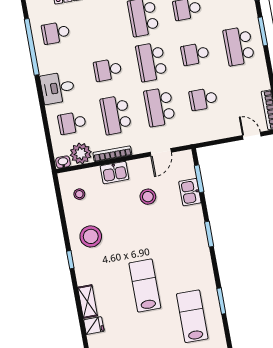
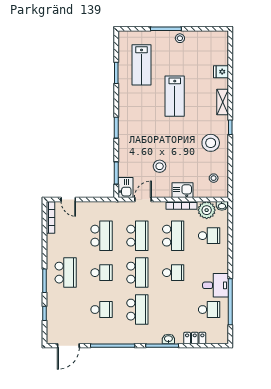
desk: (58, 88) -> (216, 285), moved
school desk: (203, 99) -> (102, 236), width x1.85
kitchen sink: (190, 192) -> (126, 188), moved
shelving: (88, 301) -> (223, 102), moved

